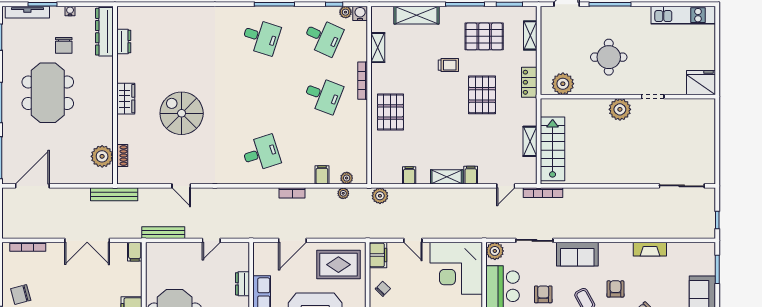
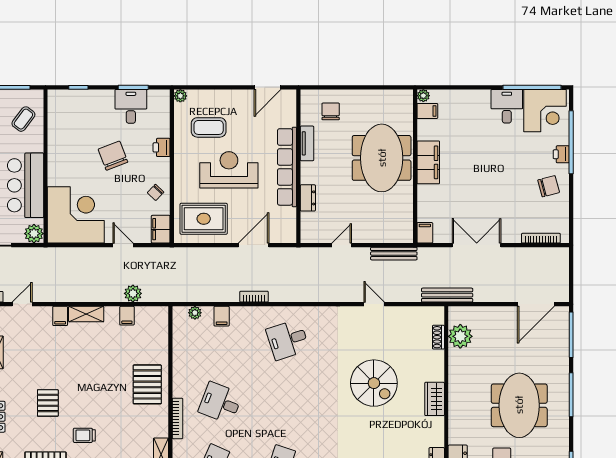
pallet: (482, 95) -> (48, 403), width x0.67, depth x0.71
plant: (343, 193) -> (198, 296), removed
plant: (380, 196) -> (133, 293), moved

